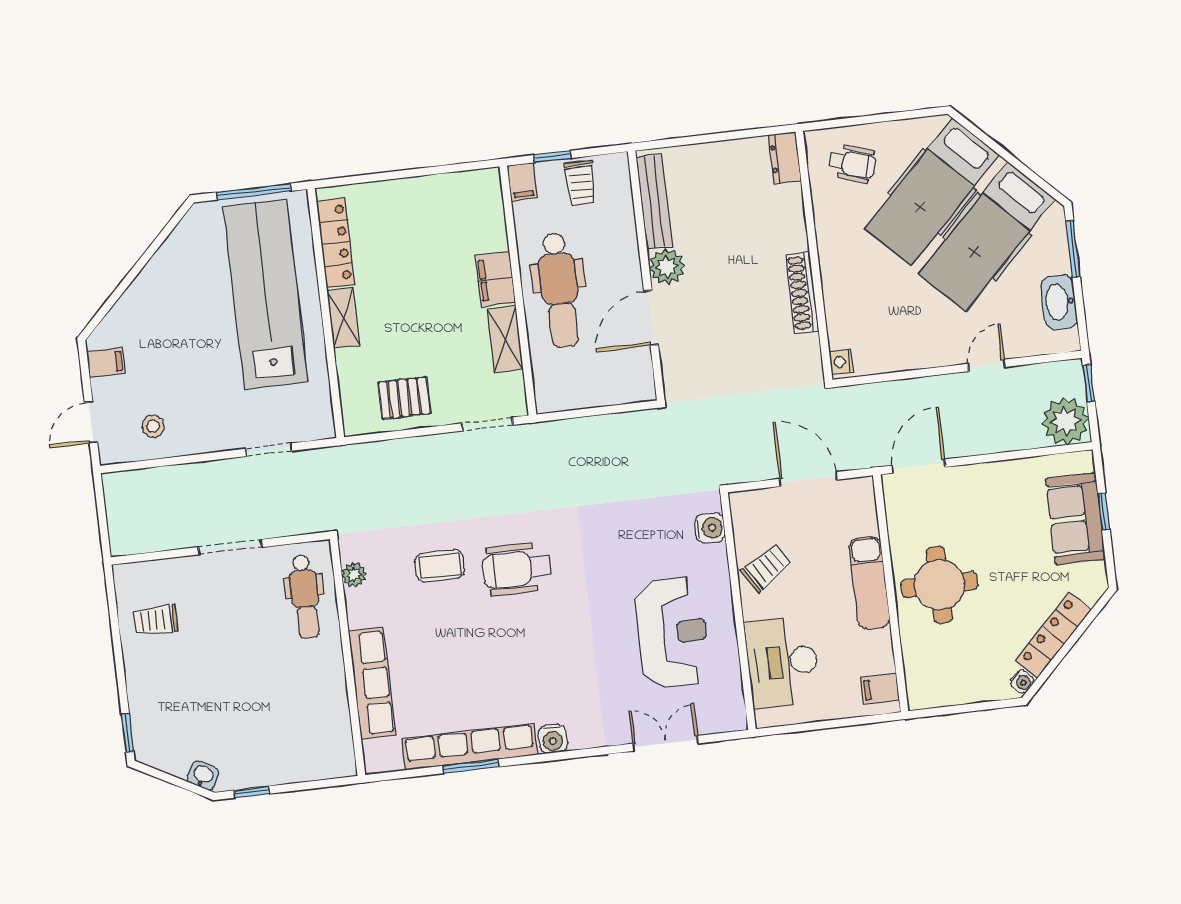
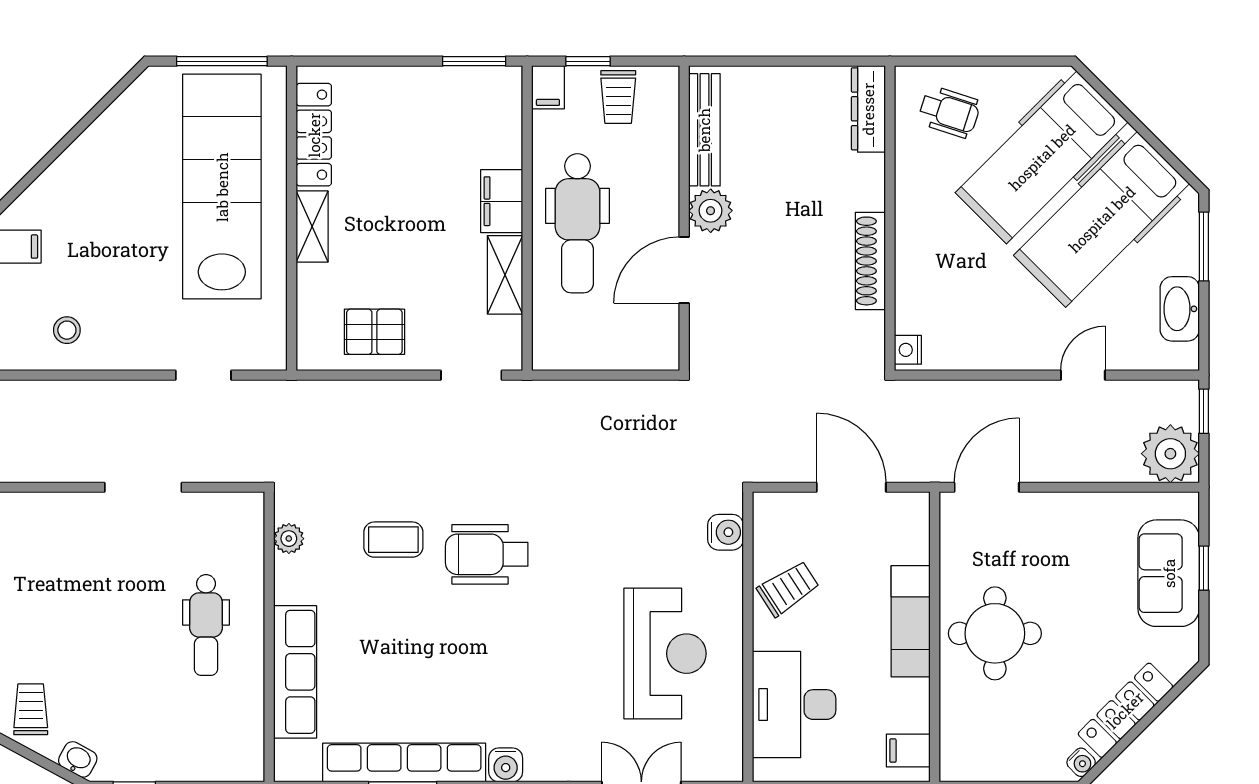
dresser: (785, 158) -> (868, 109), width x1.44
window: (460, 167) -> (474, 61), added
dental chair: (305, 597) -> (206, 625), moved
trolley: (156, 620) -> (31, 709), moved, turned 90

